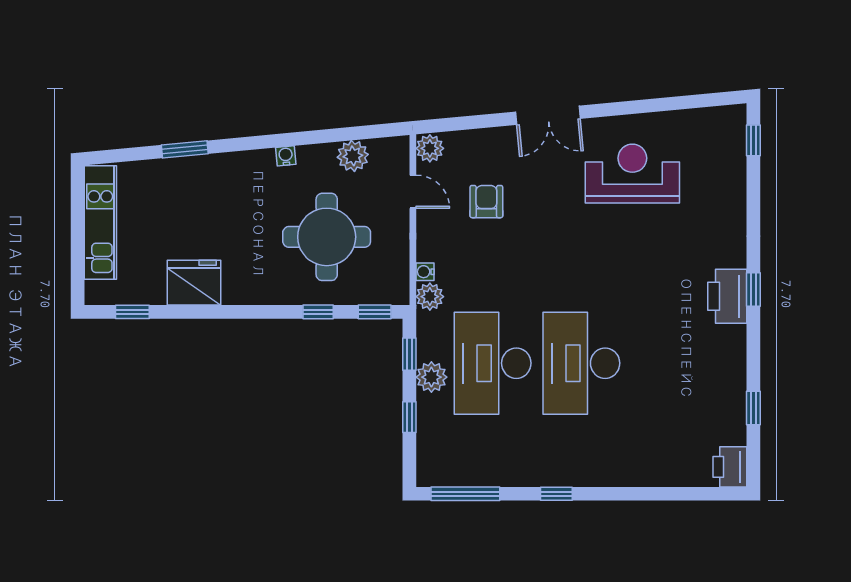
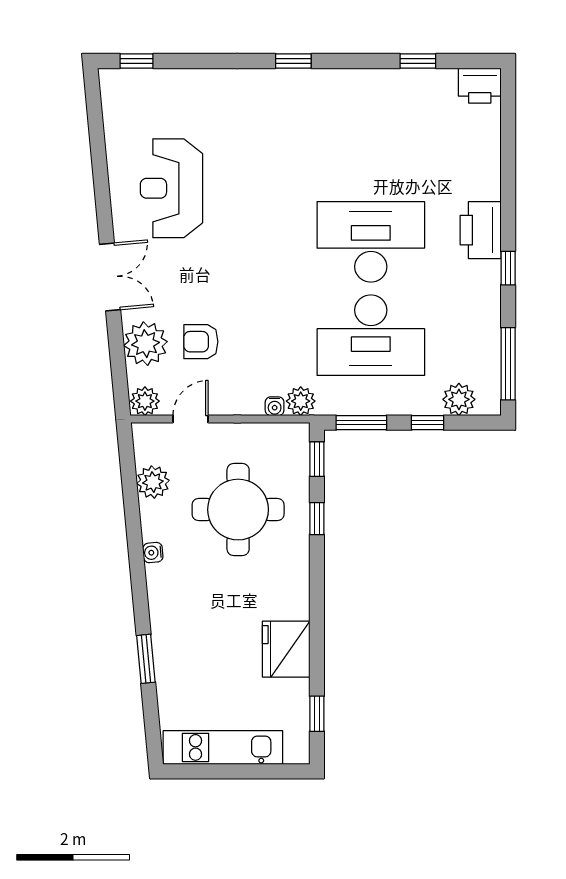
plant: (485, 149) -> (146, 344), added
printer: (727, 296) -> (481, 230), moved, turned 90
window: (409, 354) -> (361, 423), width x1.50
desk: (581, 363) -> (371, 242), turned 180
plant: (431, 377) -> (459, 399), moved

